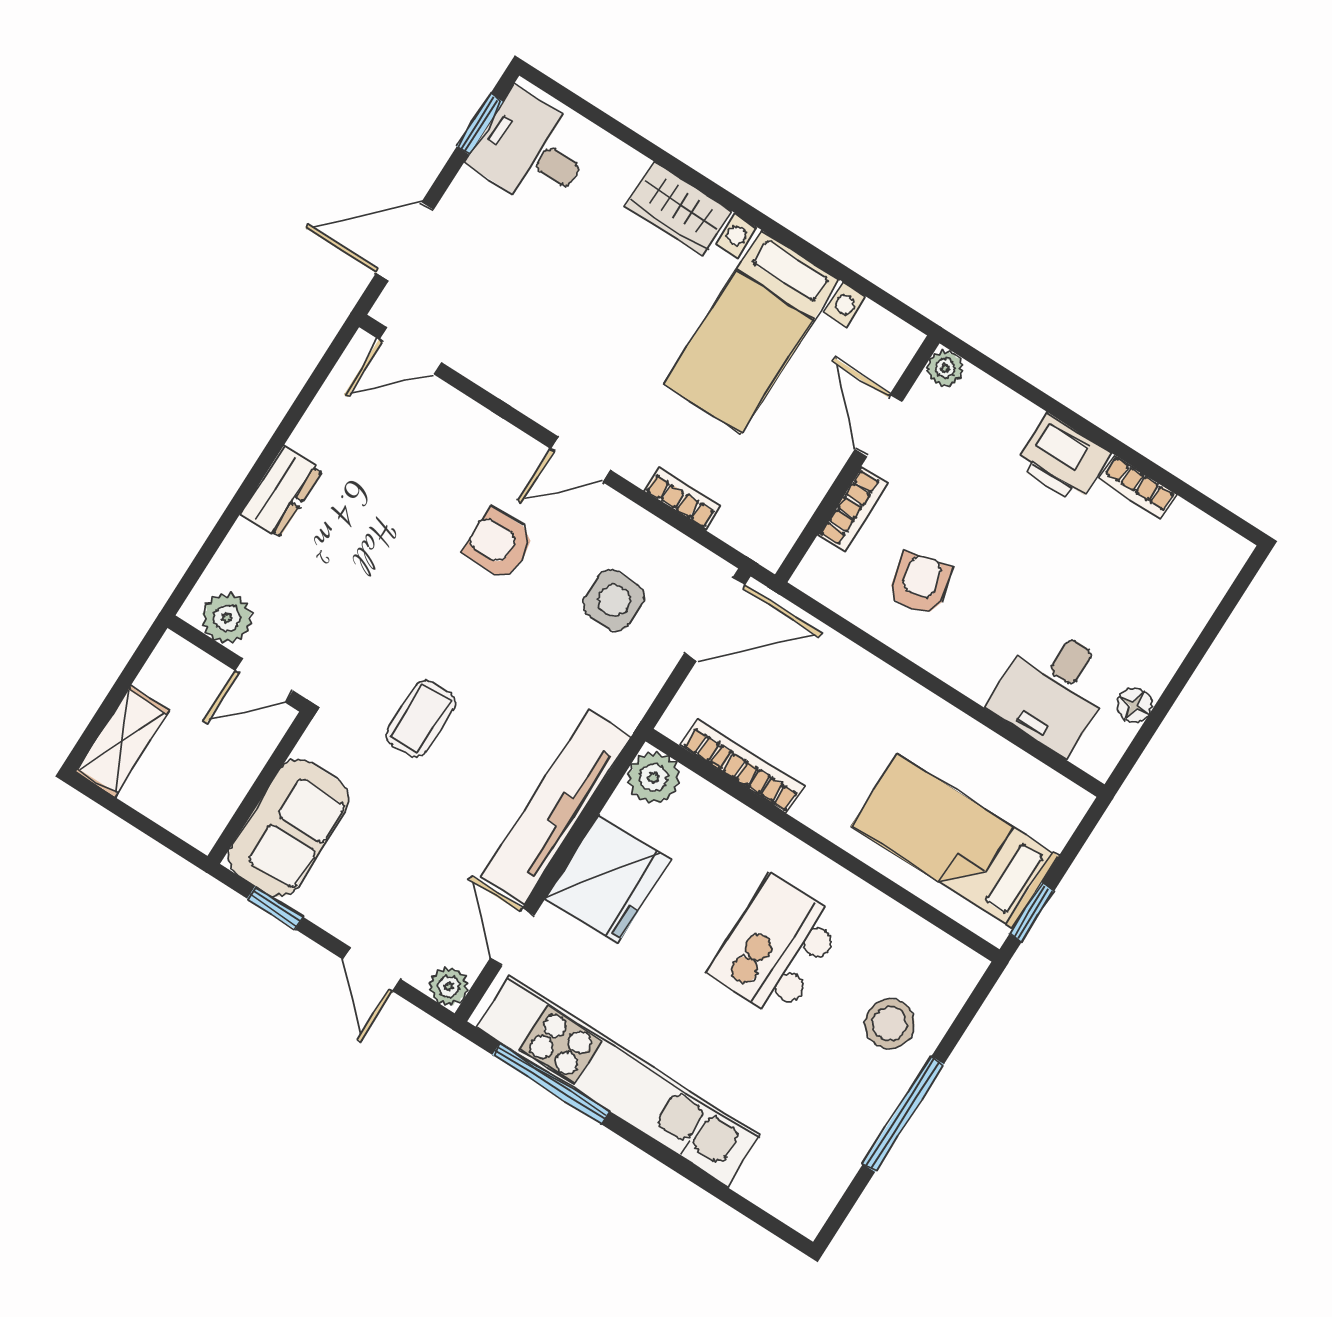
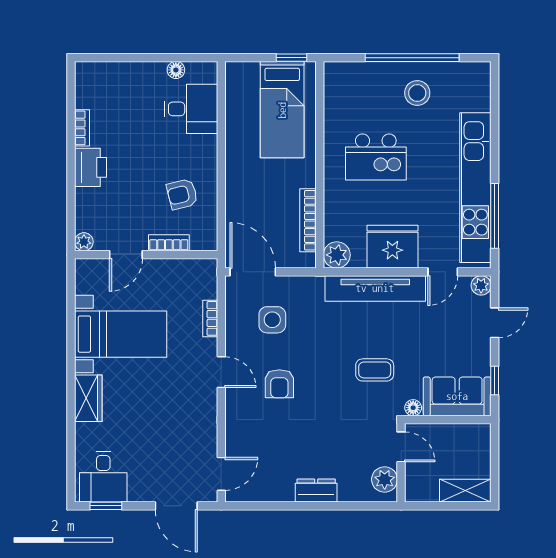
door: (410, 351) -> (221, 474), hinge flipped
floor lamp: (317, 742) -> (413, 408), added
stool: (890, 1024) -> (417, 93), moved
window: (903, 1114) -> (412, 58), width x1.46

